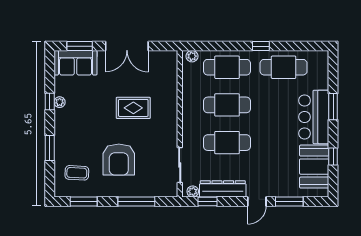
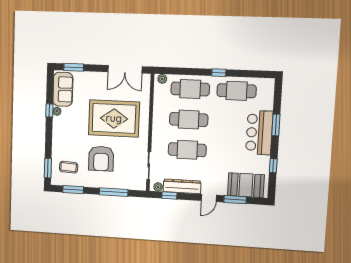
double door: (127, 46) -> (125, 69), moved
sofa: (76, 63) -> (63, 89), moved, turned -90
rug: (133, 108) -> (114, 118), width x1.86, depth x2.06
window: (50, 148) -> (48, 168), moved
booth: (314, 167) -> (246, 185), moved, turned 90

